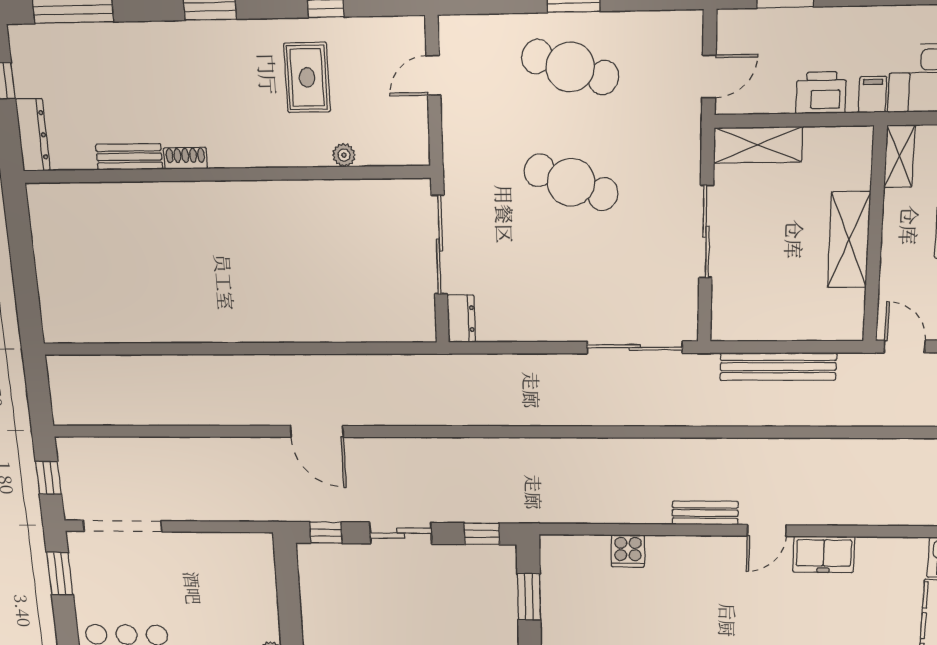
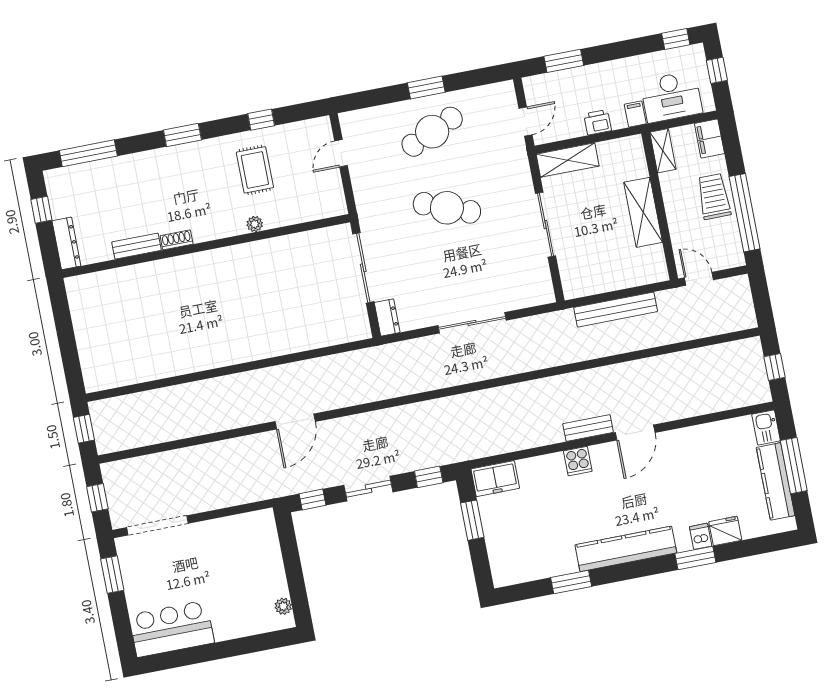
cafe table: (570, 67) -> (432, 132), turned -42
printer: (821, 93) -> (598, 122), width x0.73, depth x0.81
plant: (344, 155) -> (255, 224), moved
sliding door: (635, 347) -> (472, 323), moved
window: (38, 388) -> (84, 429), added
door: (317, 431) -> (295, 422), hinge flipped
door: (767, 530) -> (635, 433), width x1.38
cooker: (628, 551) -> (578, 461), moved
freezer: (824, 554) -> (495, 479), moved

